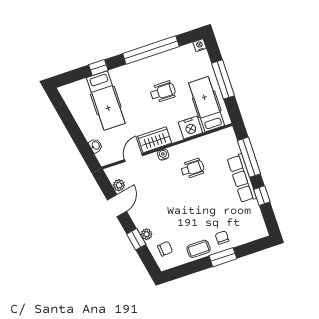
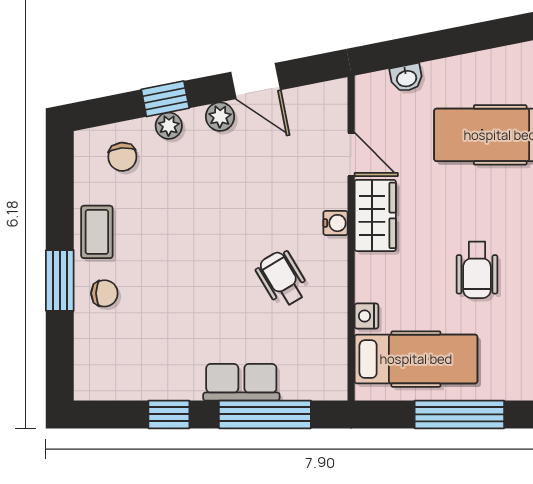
nightstand: (190, 128) -> (366, 316), width x0.53, depth x0.56
wheelchair: (192, 168) -> (282, 279), turned 149
row of seats: (242, 178) -> (241, 382), width x0.68
plant: (119, 185) -> (220, 117), moved

